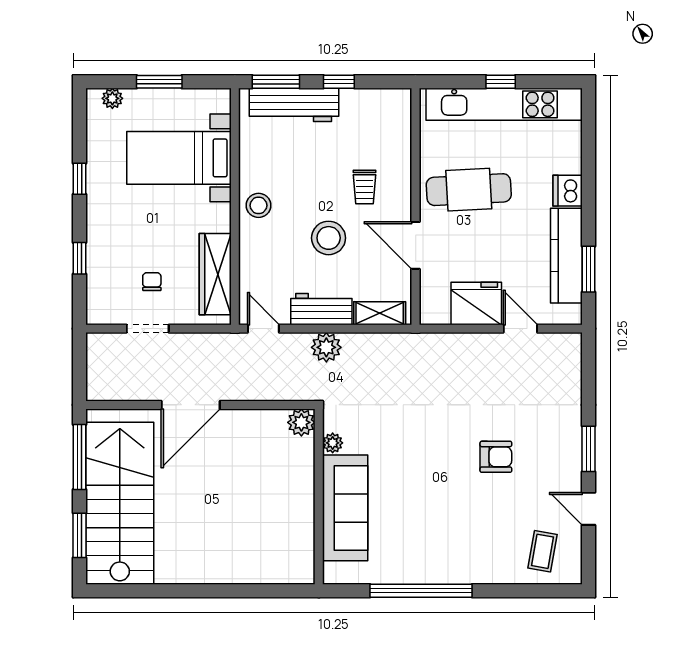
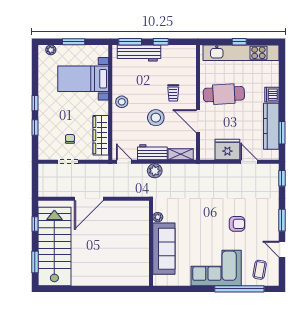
window: (80, 179) -> (35, 103), moved
window: (589, 363) -> (282, 178), added
plant: (301, 422) -> (143, 207), removed
window: (80, 457) -> (35, 224), width x0.46
corner sofa: (453, 548) -> (216, 268), added
window: (421, 591) -> (239, 289), moved

